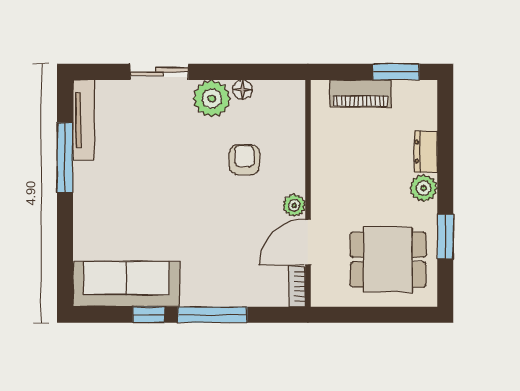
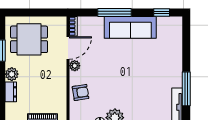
armchair: (244, 160) -> (81, 92), moved, turned -99
sofa: (126, 284) -> (130, 27), moved
window: (149, 315) -> (162, 12), moved

